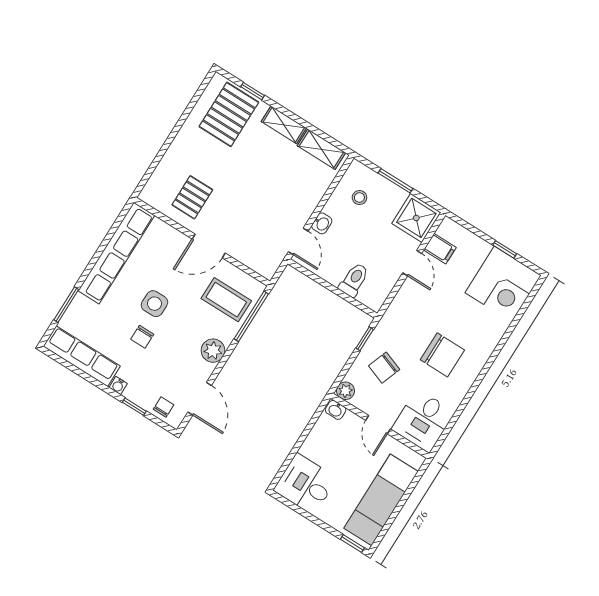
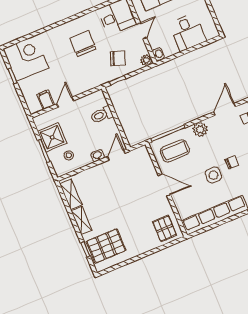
pallet: (192, 197) -> (165, 228), moved, turned 90
shower: (416, 218) -> (52, 137), moved
coffee table: (226, 300) -> (175, 151), turned 90
desk: (305, 484) -> (188, 32), moved

